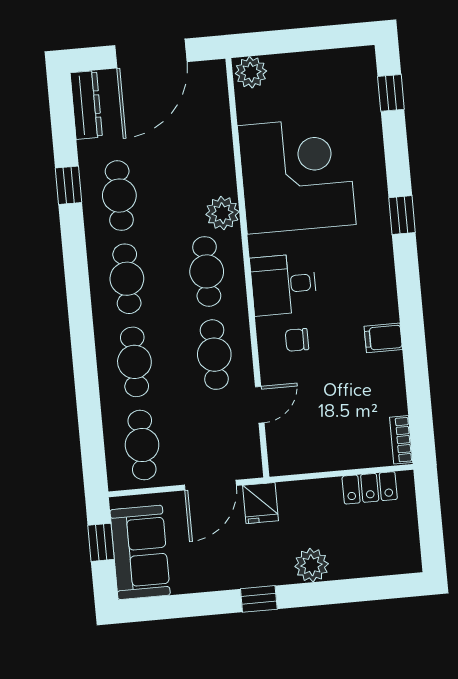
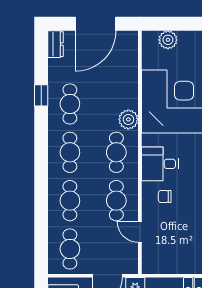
plant: (251, 72) -> (168, 40), moved
dresser: (86, 105) -> (56, 44), width x0.70
door: (260, 405) -> (140, 232), swing flipped

